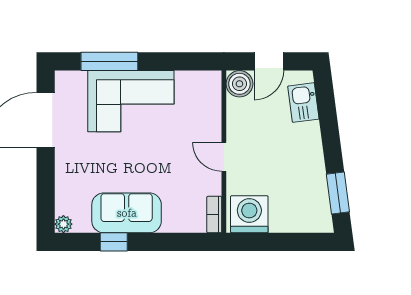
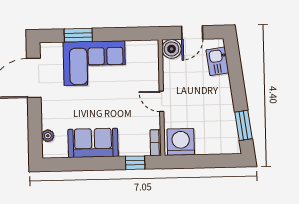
window: (109, 61) -> (78, 35), width x0.69
plant: (63, 224) -> (48, 136), moved
window: (114, 242) -> (135, 163), moved

